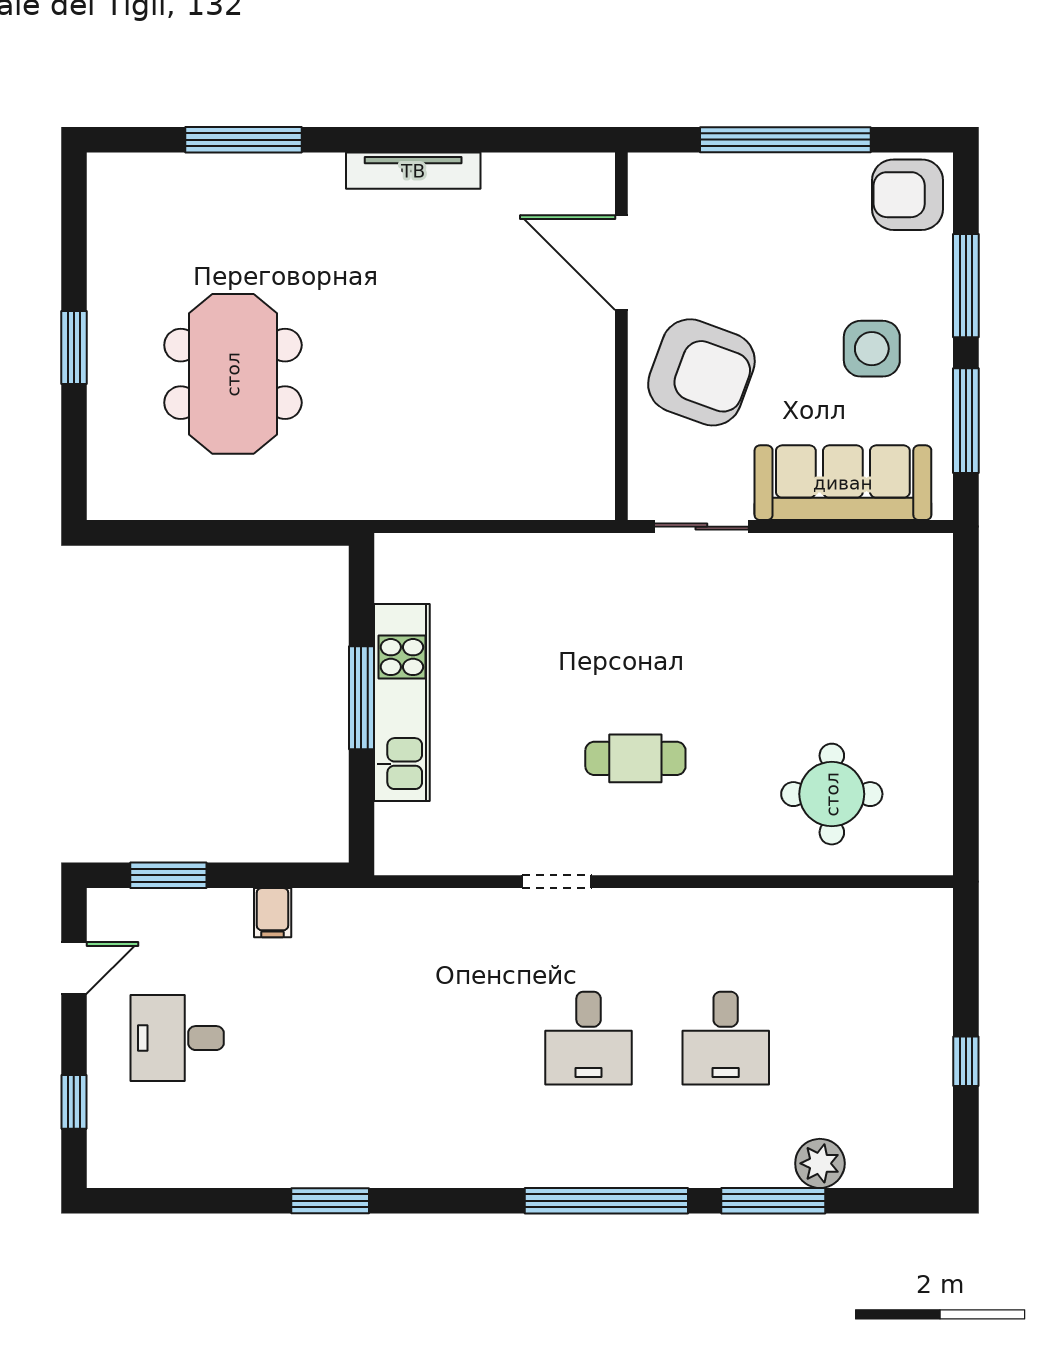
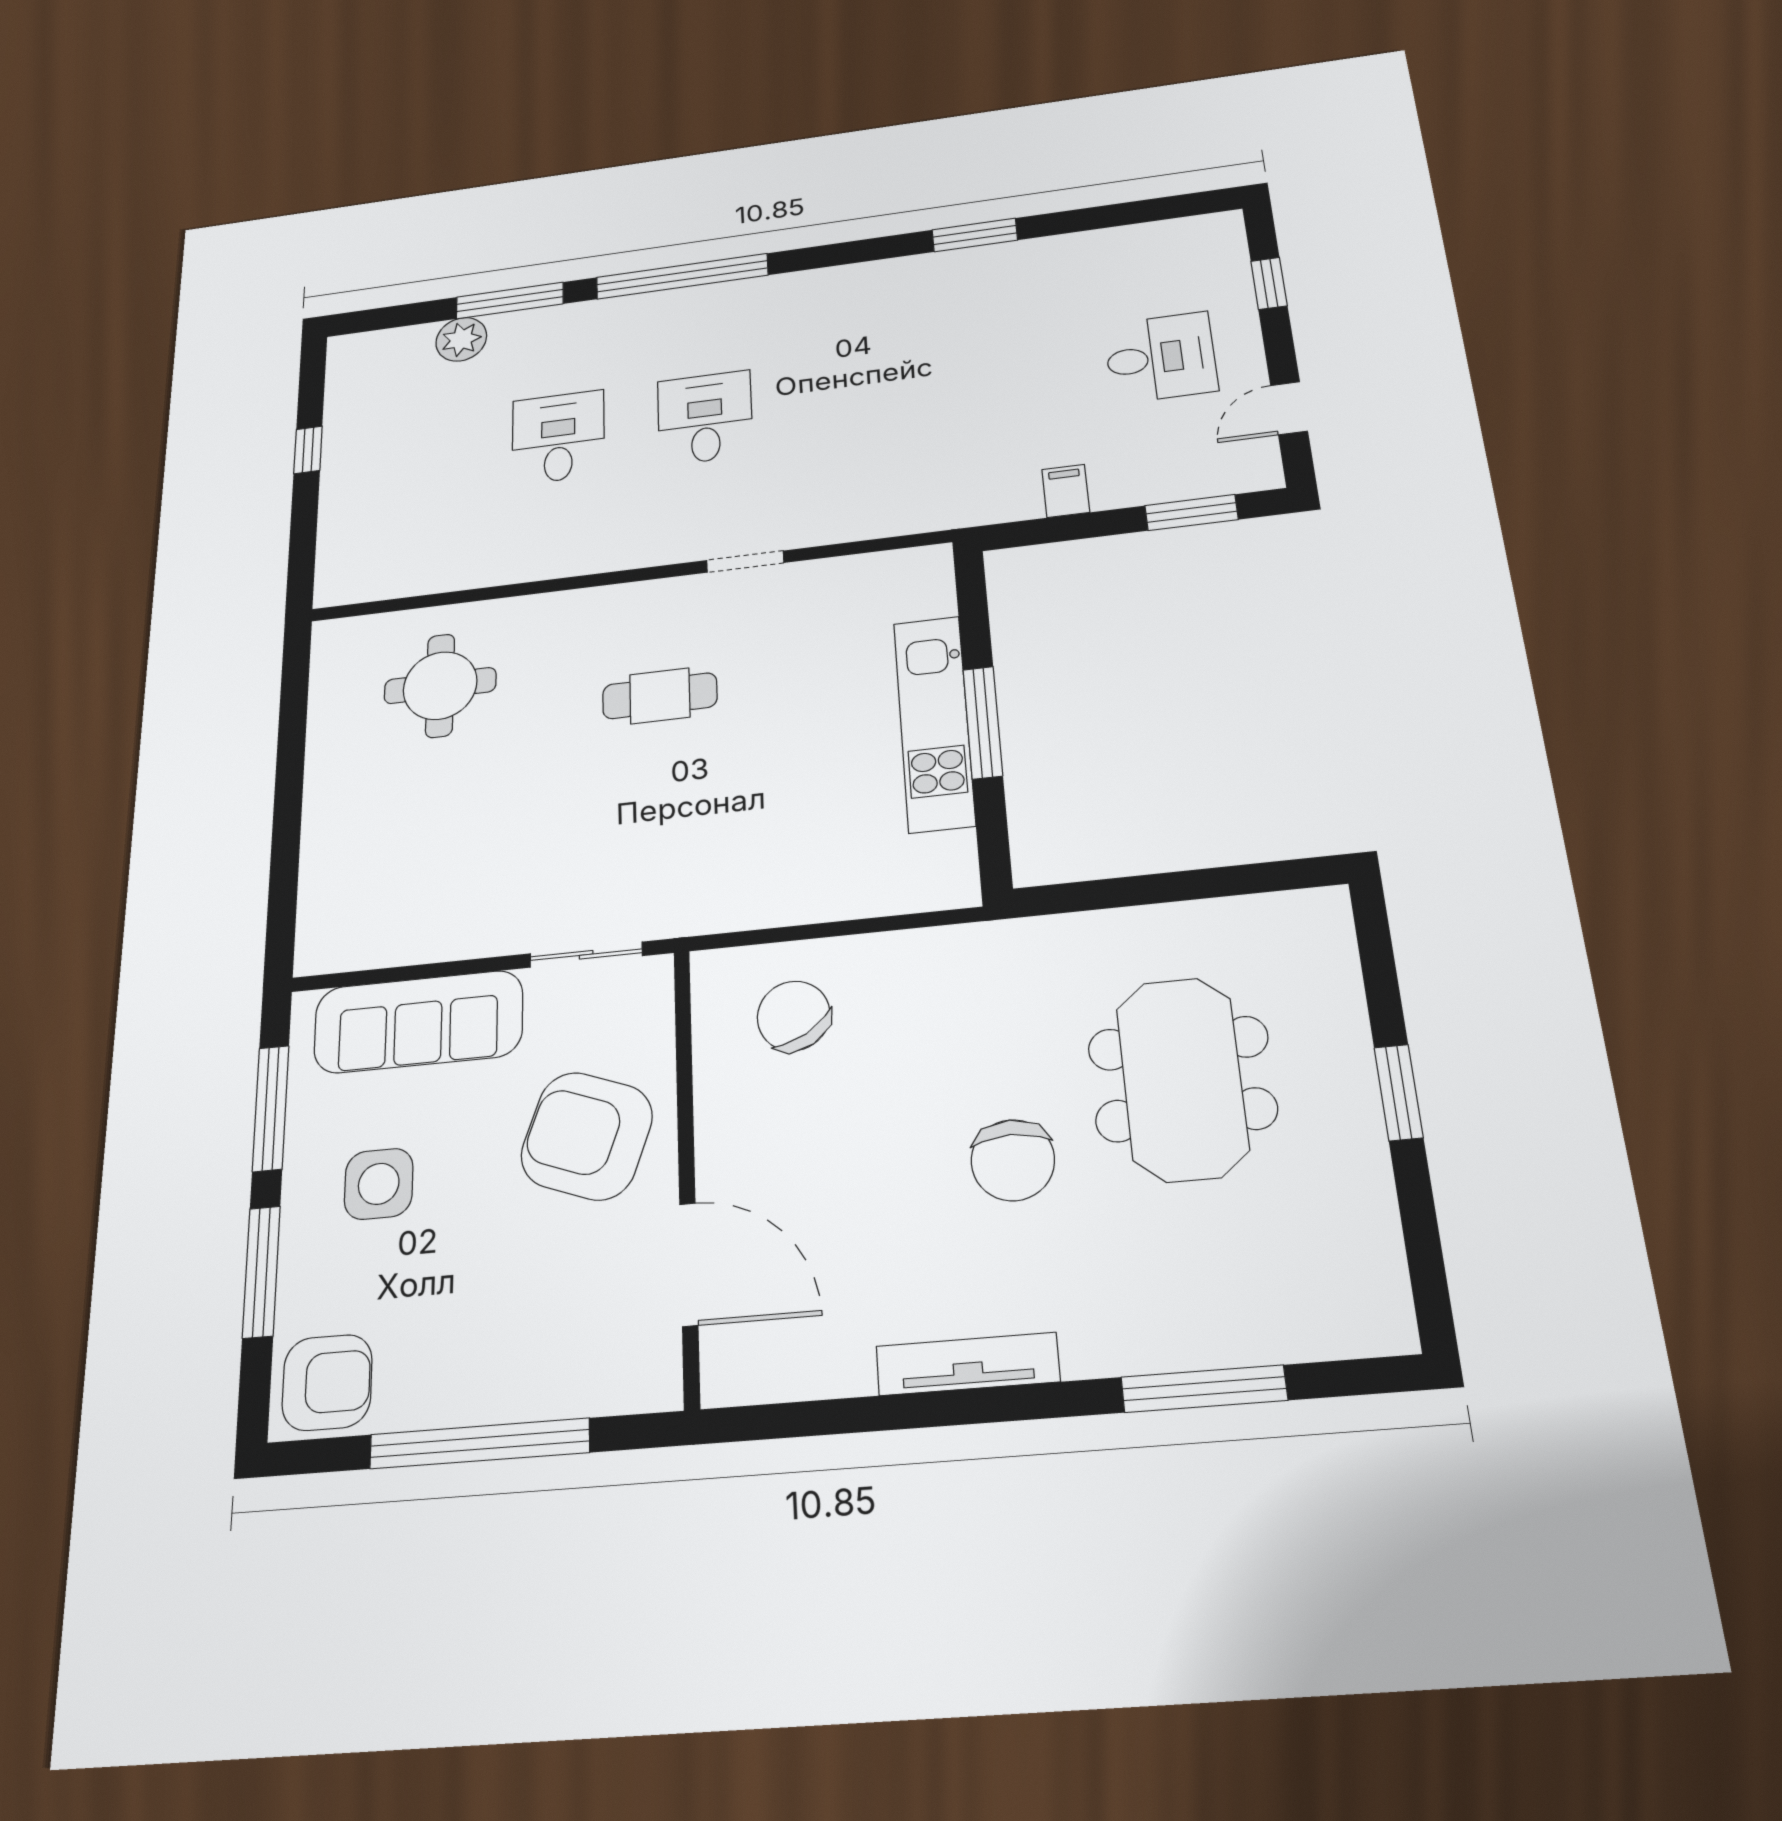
chair: (367, 322) -> (1013, 1160), added
chair: (532, 456) -> (794, 1016), added

